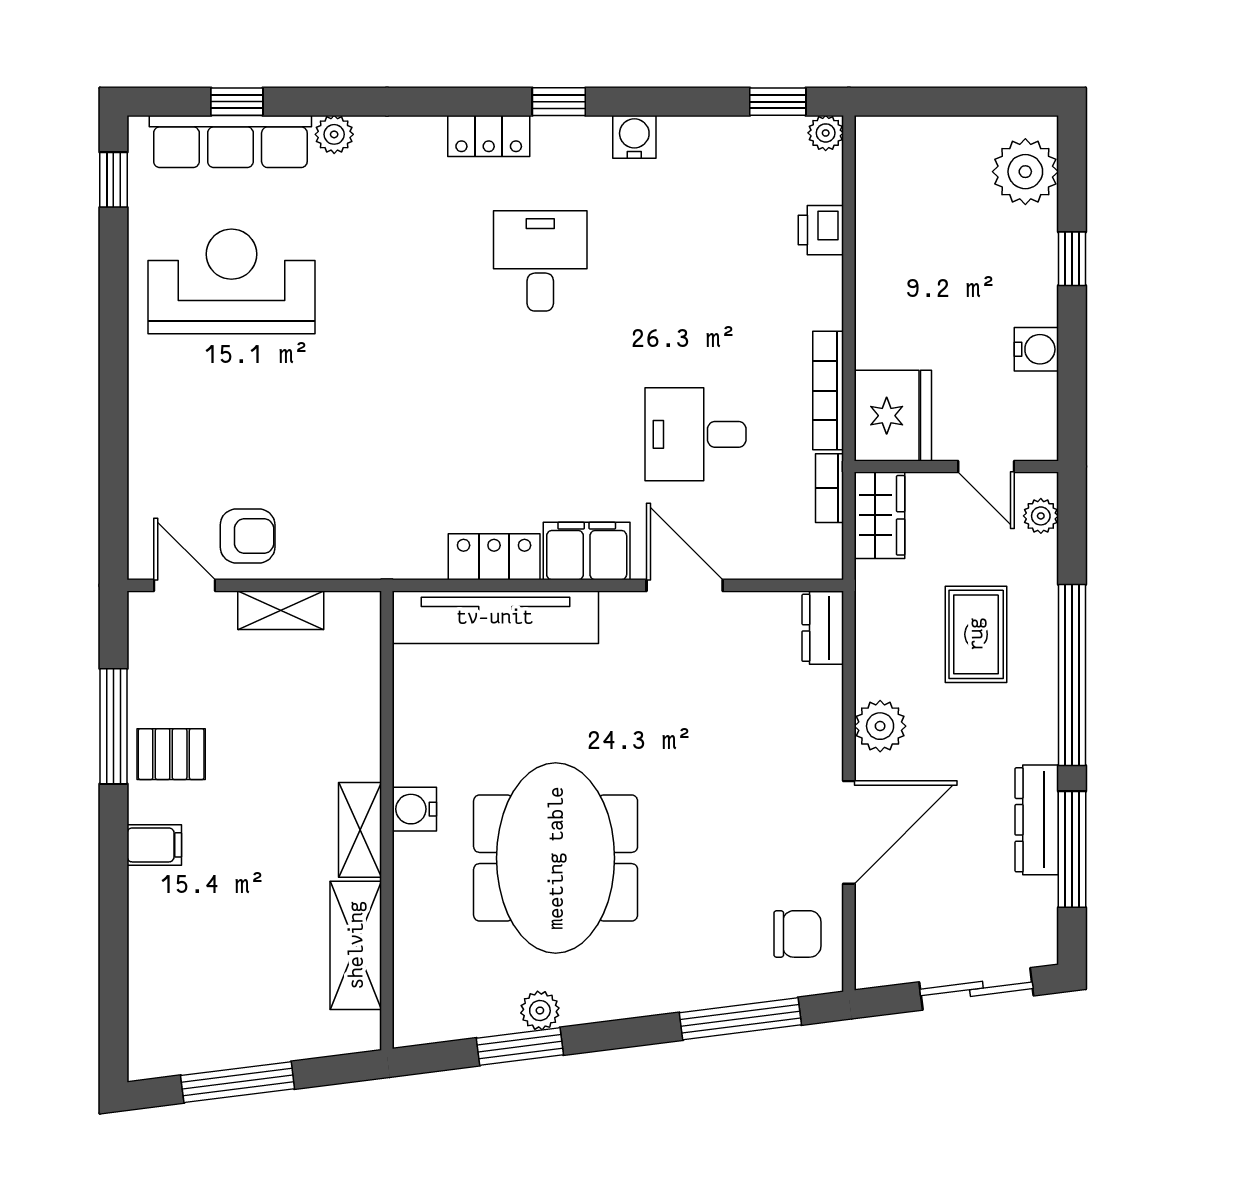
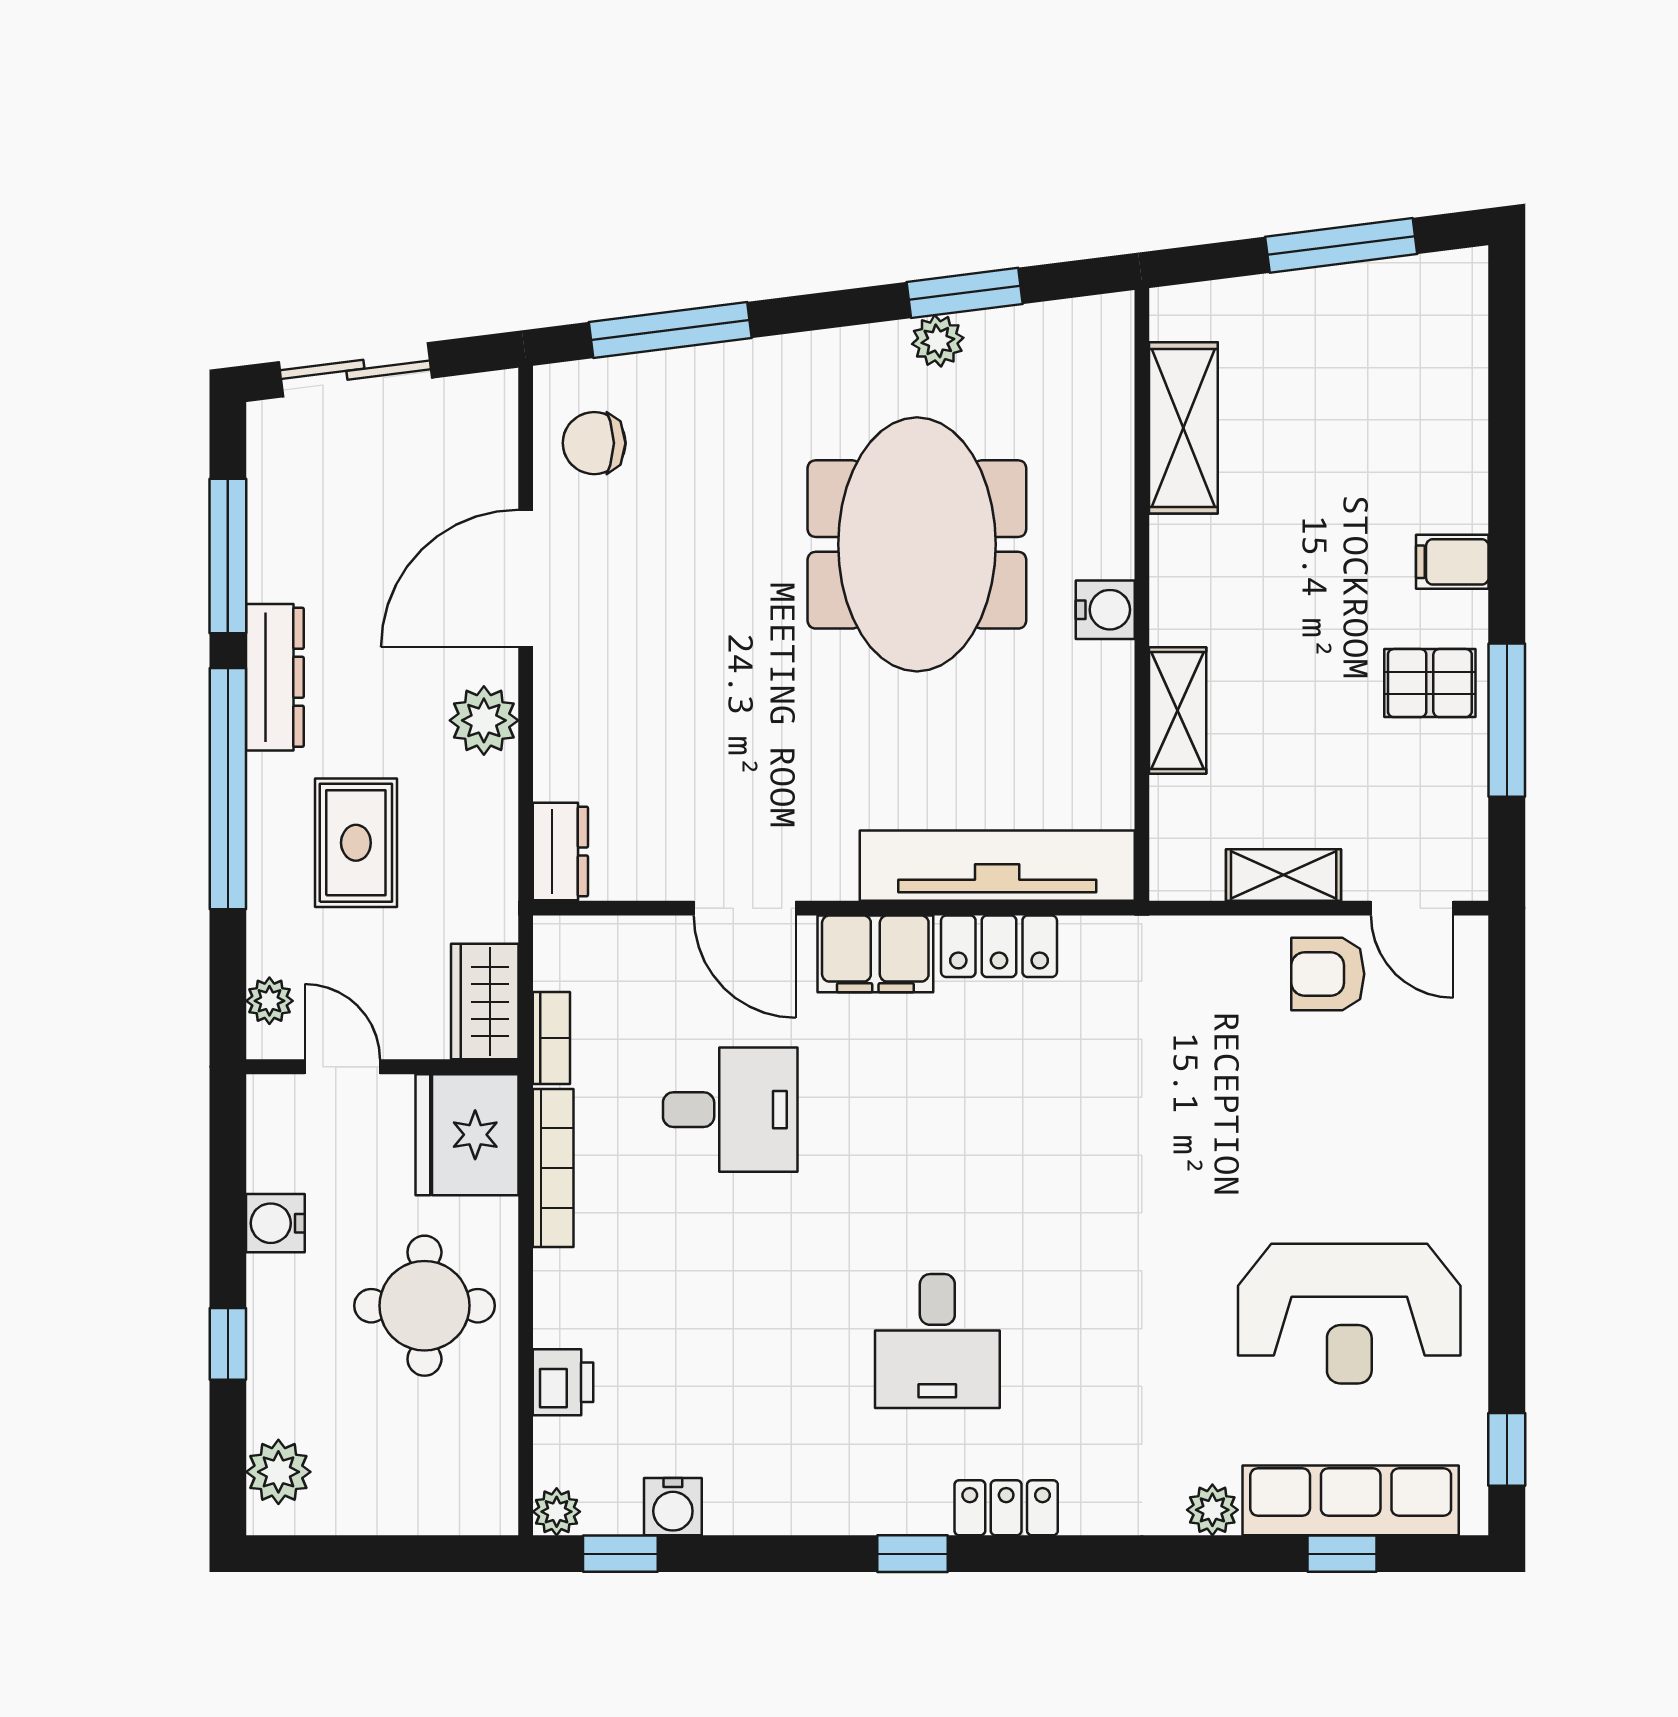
water cooler: (634, 137) -> (673, 1507), moved
plant: (1025, 172) -> (278, 1472), width x0.73, depth x0.73
round table: (925, 287) -> (424, 1306), added
dresser: (1037, 820) -> (275, 677), moved
shelving: (360, 830) -> (1178, 710), moved

